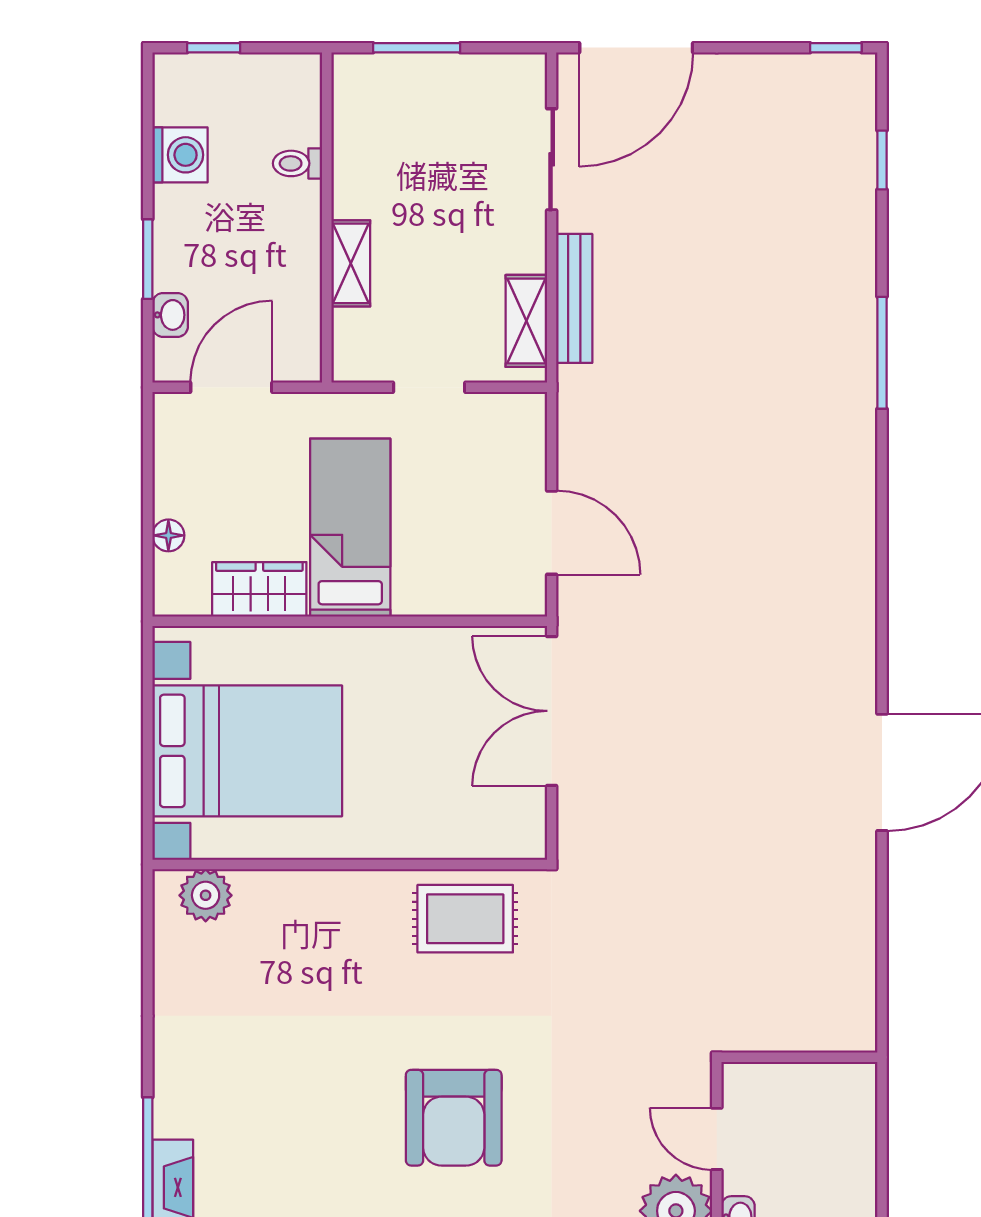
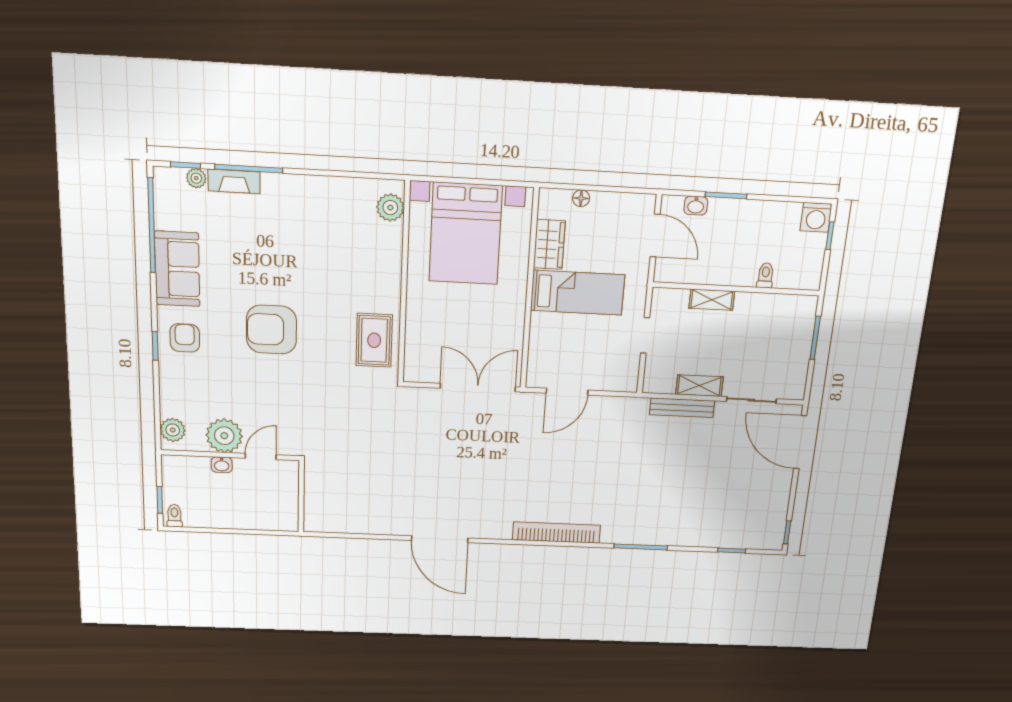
washing machine: (180, 155) -> (816, 217), moved
shelving: (526, 321) -> (699, 386), moved
bookcase: (857, 532) -> (556, 533), added

